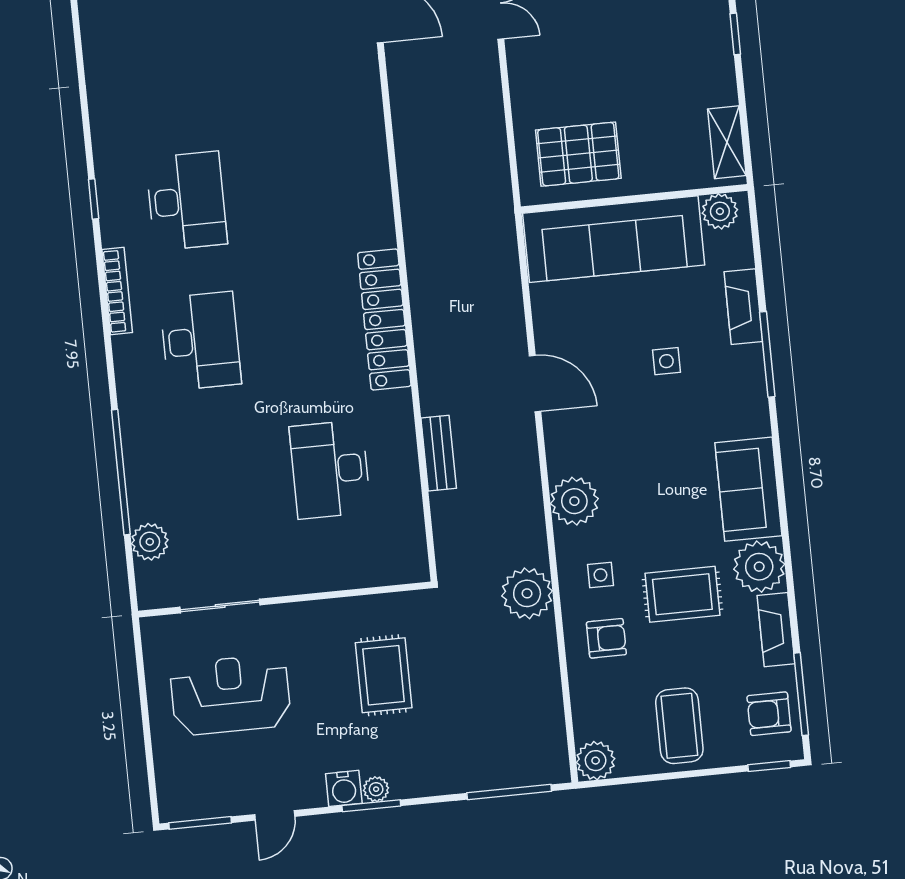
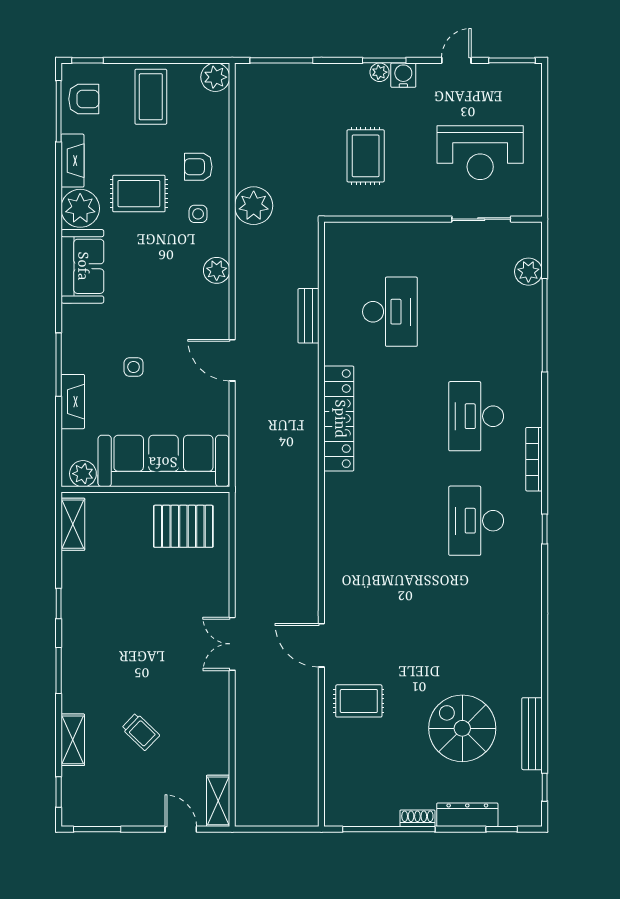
plant: (574, 501) -> (217, 270), width x0.73, depth x0.73

